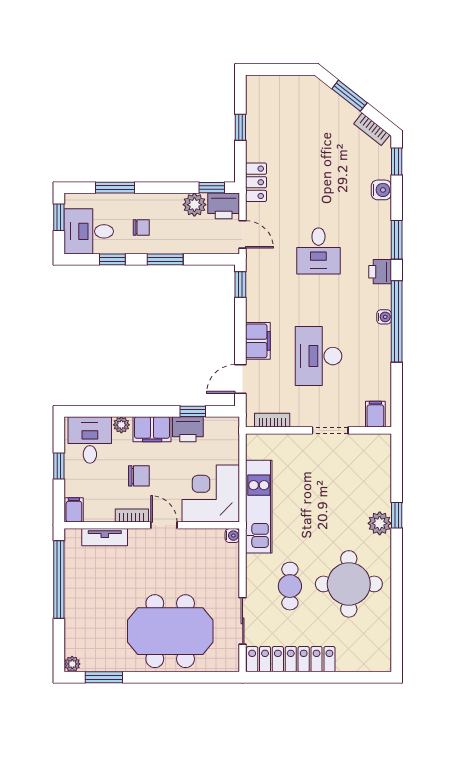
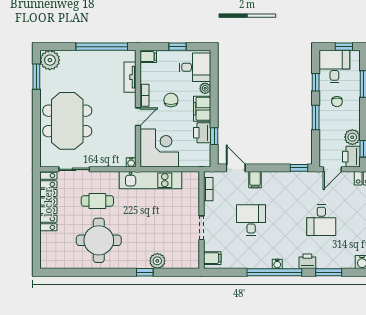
desk: (318, 251) -> (321, 220), turned -90
filing cabinet: (258, 341) -> (255, 180), width x0.50
desk: (318, 356) -> (251, 220), width x0.73
chair: (139, 476) -> (171, 100), turned 180
plant: (380, 523) -> (157, 261), moved
plant: (72, 664) -> (50, 60), width x1.87, depth x1.87

